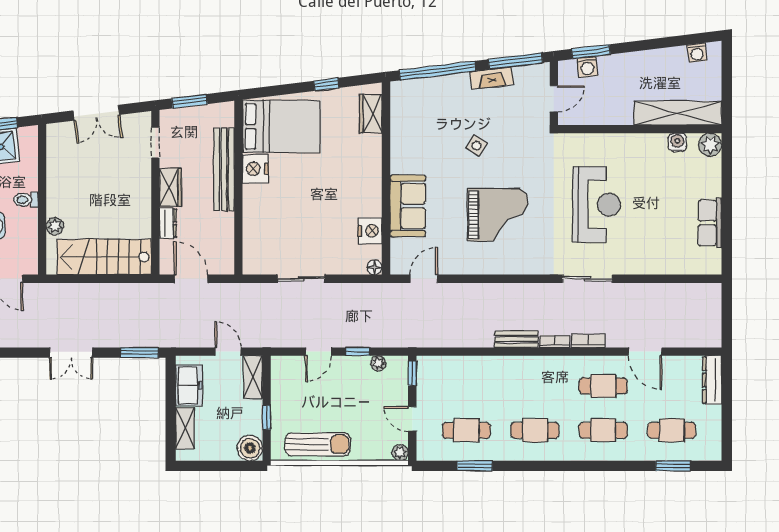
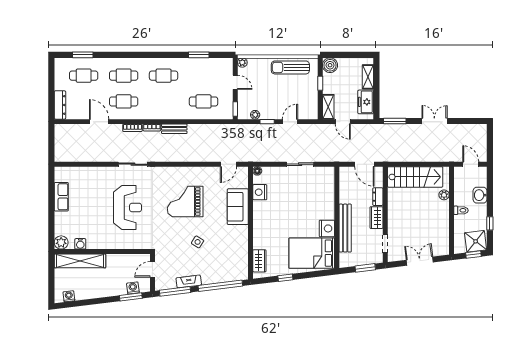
reception desk: (597, 205) -> (127, 208), turned 180
cafe table: (466, 430) -> (204, 101), moved

